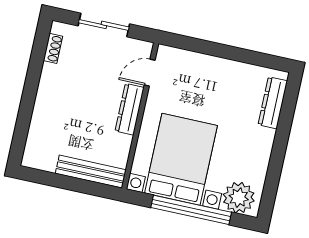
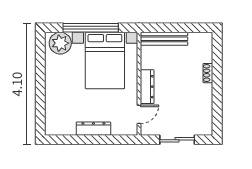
shoe rack: (53, 48) -> (208, 73), moved
dresser: (273, 103) -> (93, 129), moved, turned -90

